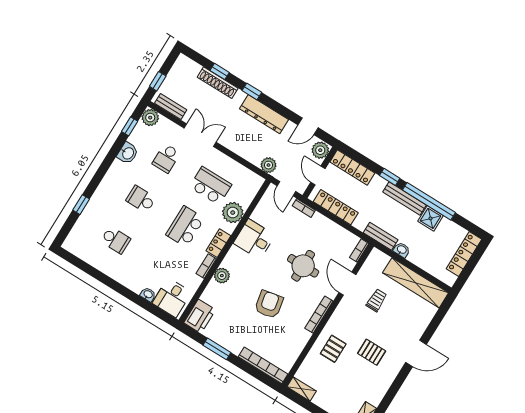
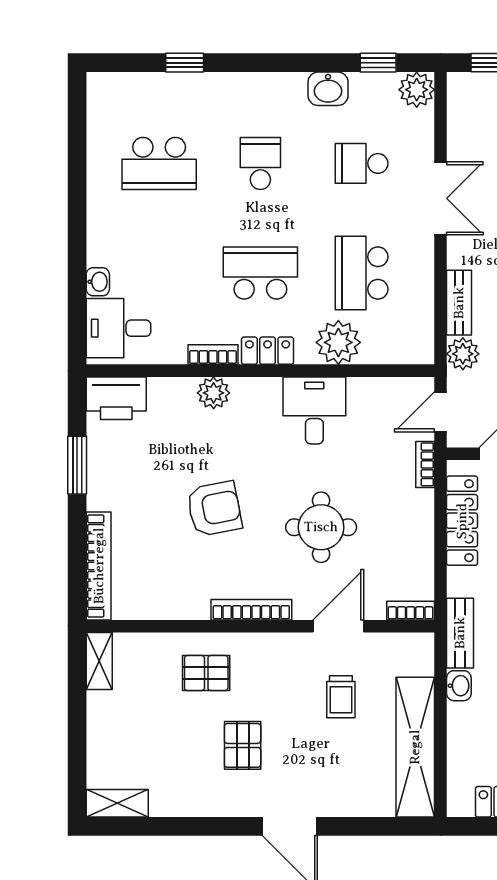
bench: (171, 107) -> (459, 303), moved
school desk: (211, 186) -> (362, 273), turned 180
school desk: (116, 240) -> (159, 163), width x1.85
trolley: (377, 300) -> (341, 697), turned 90

